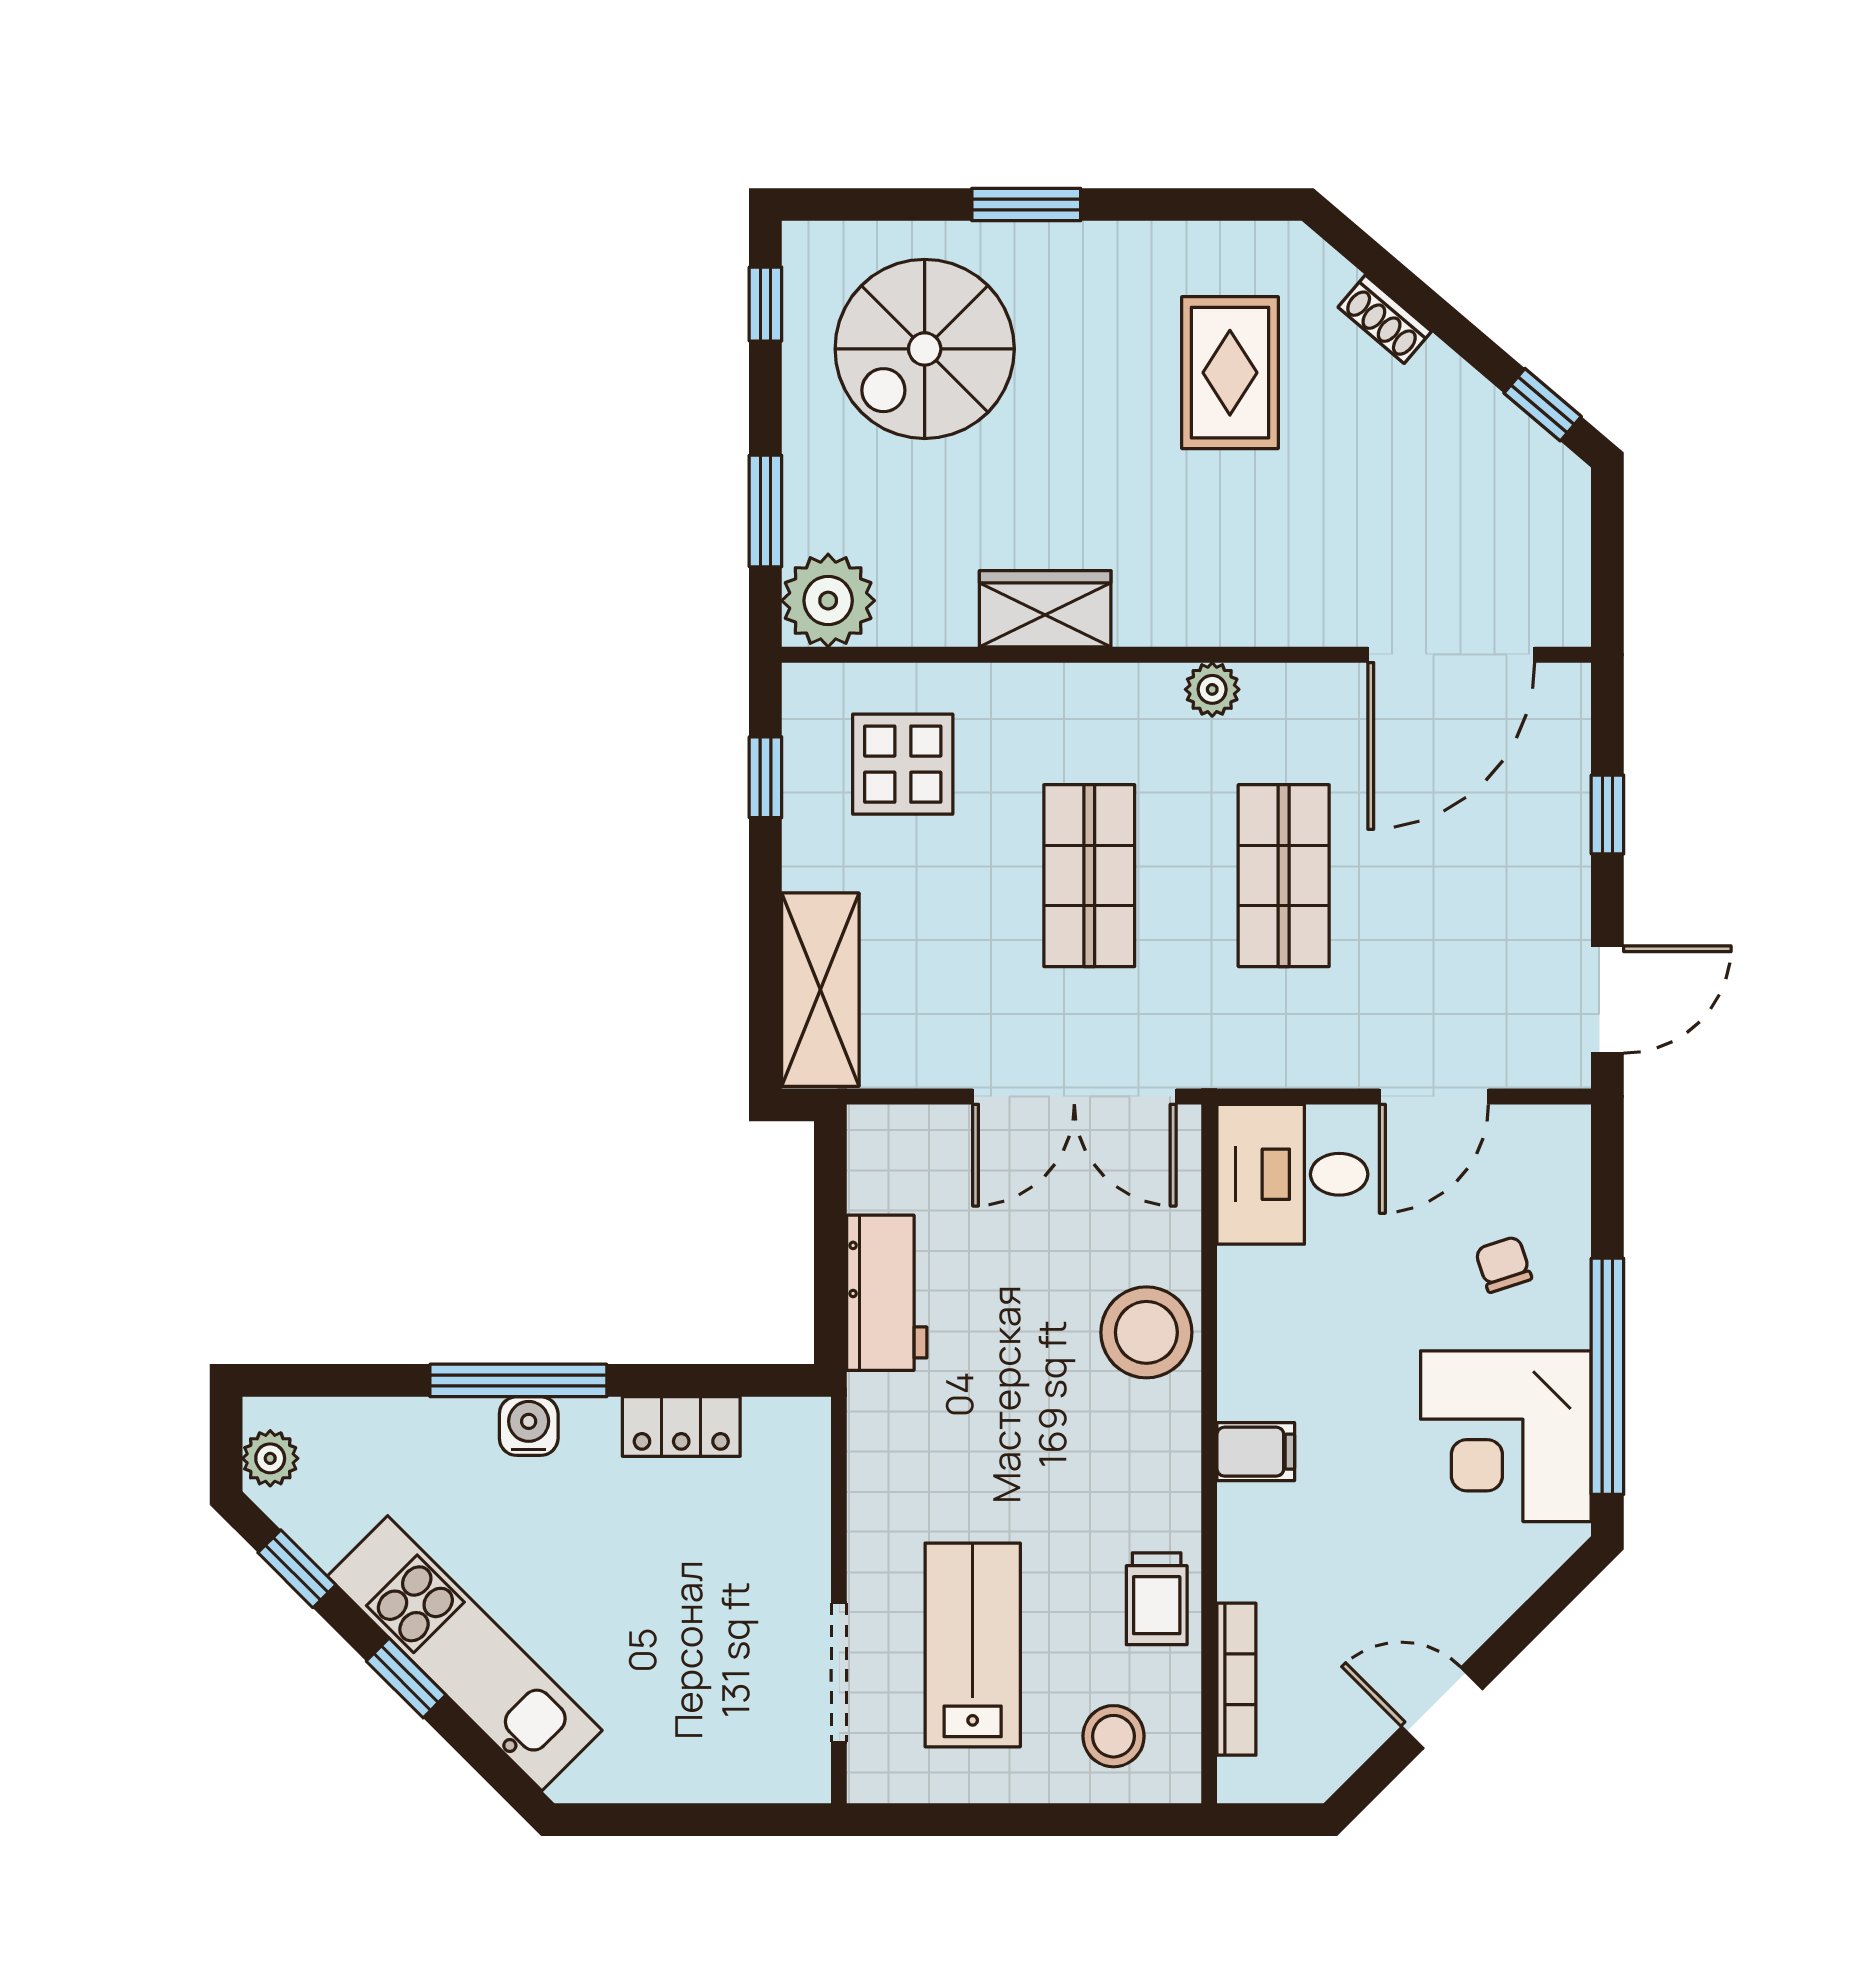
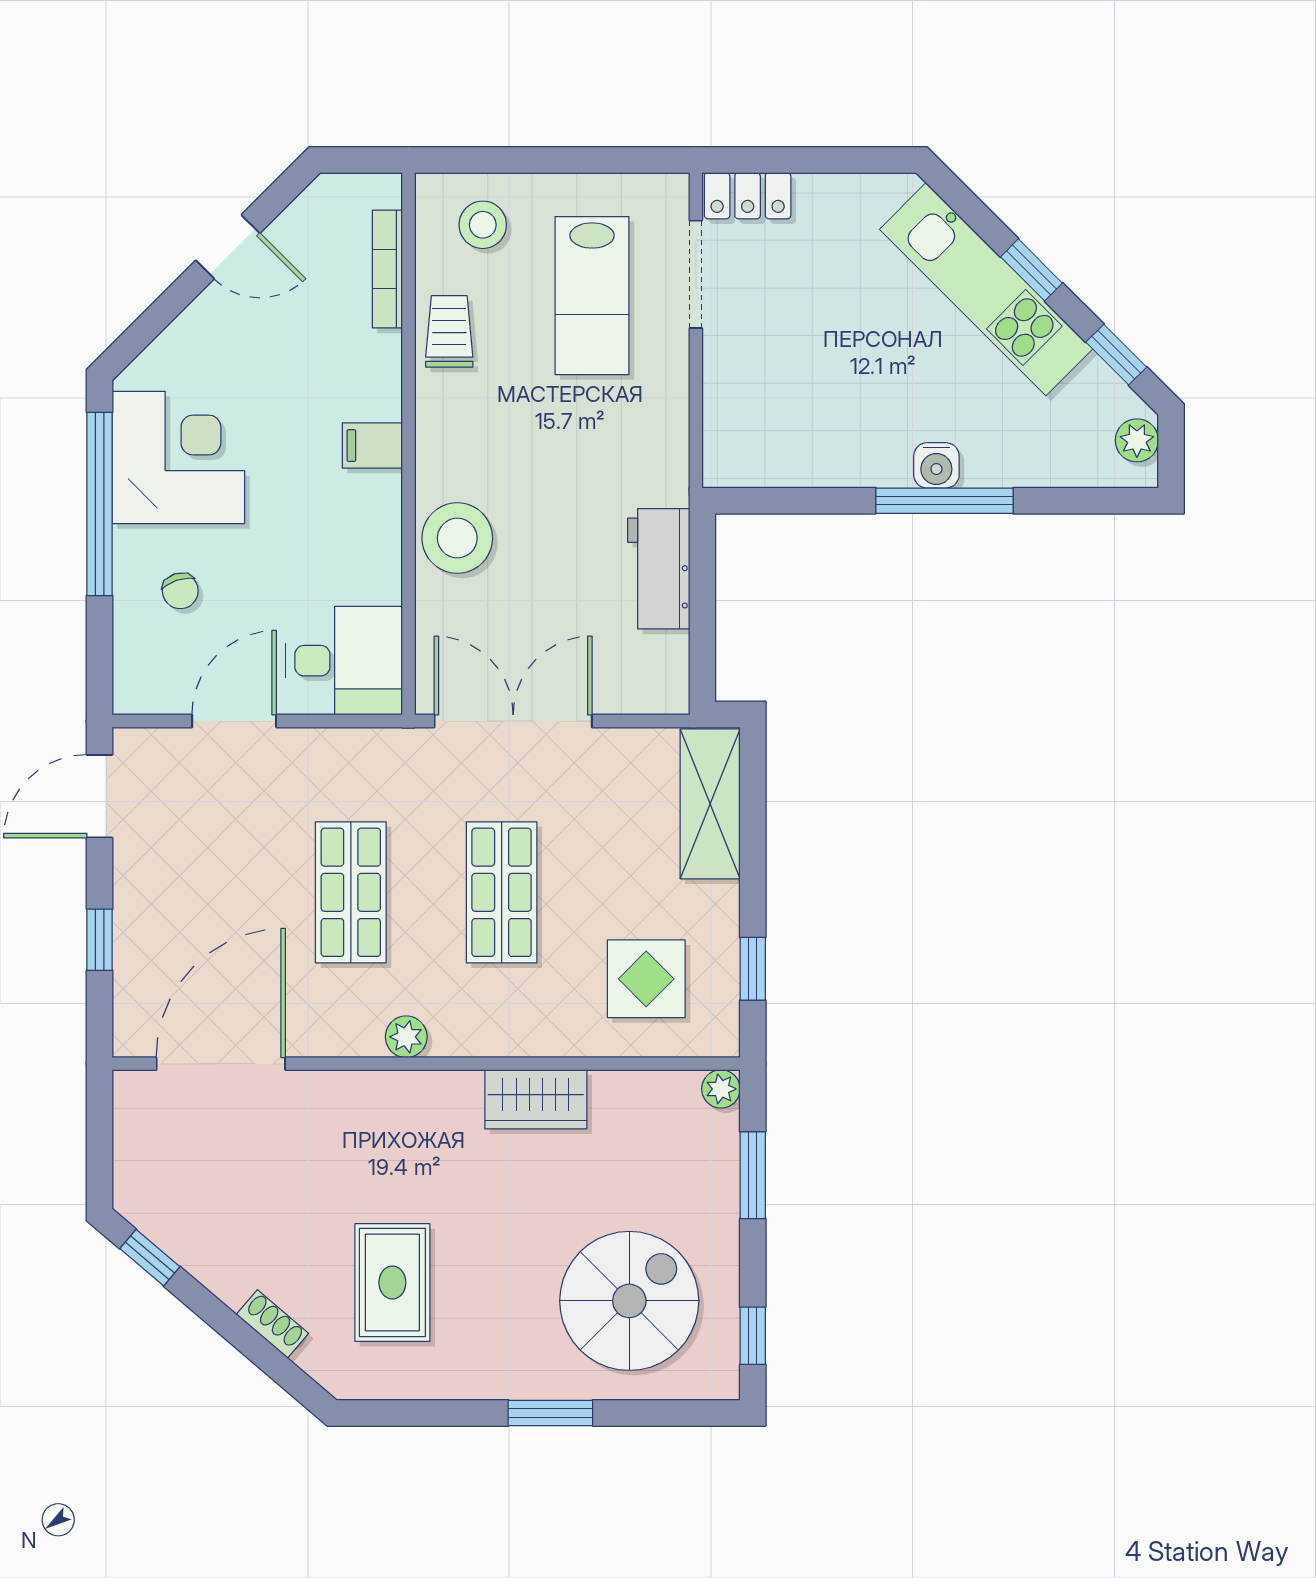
plant: (828, 601) -> (721, 1089), width x0.53, depth x0.53
locker: (681, 1427) -> (748, 196), moved, turned 180

